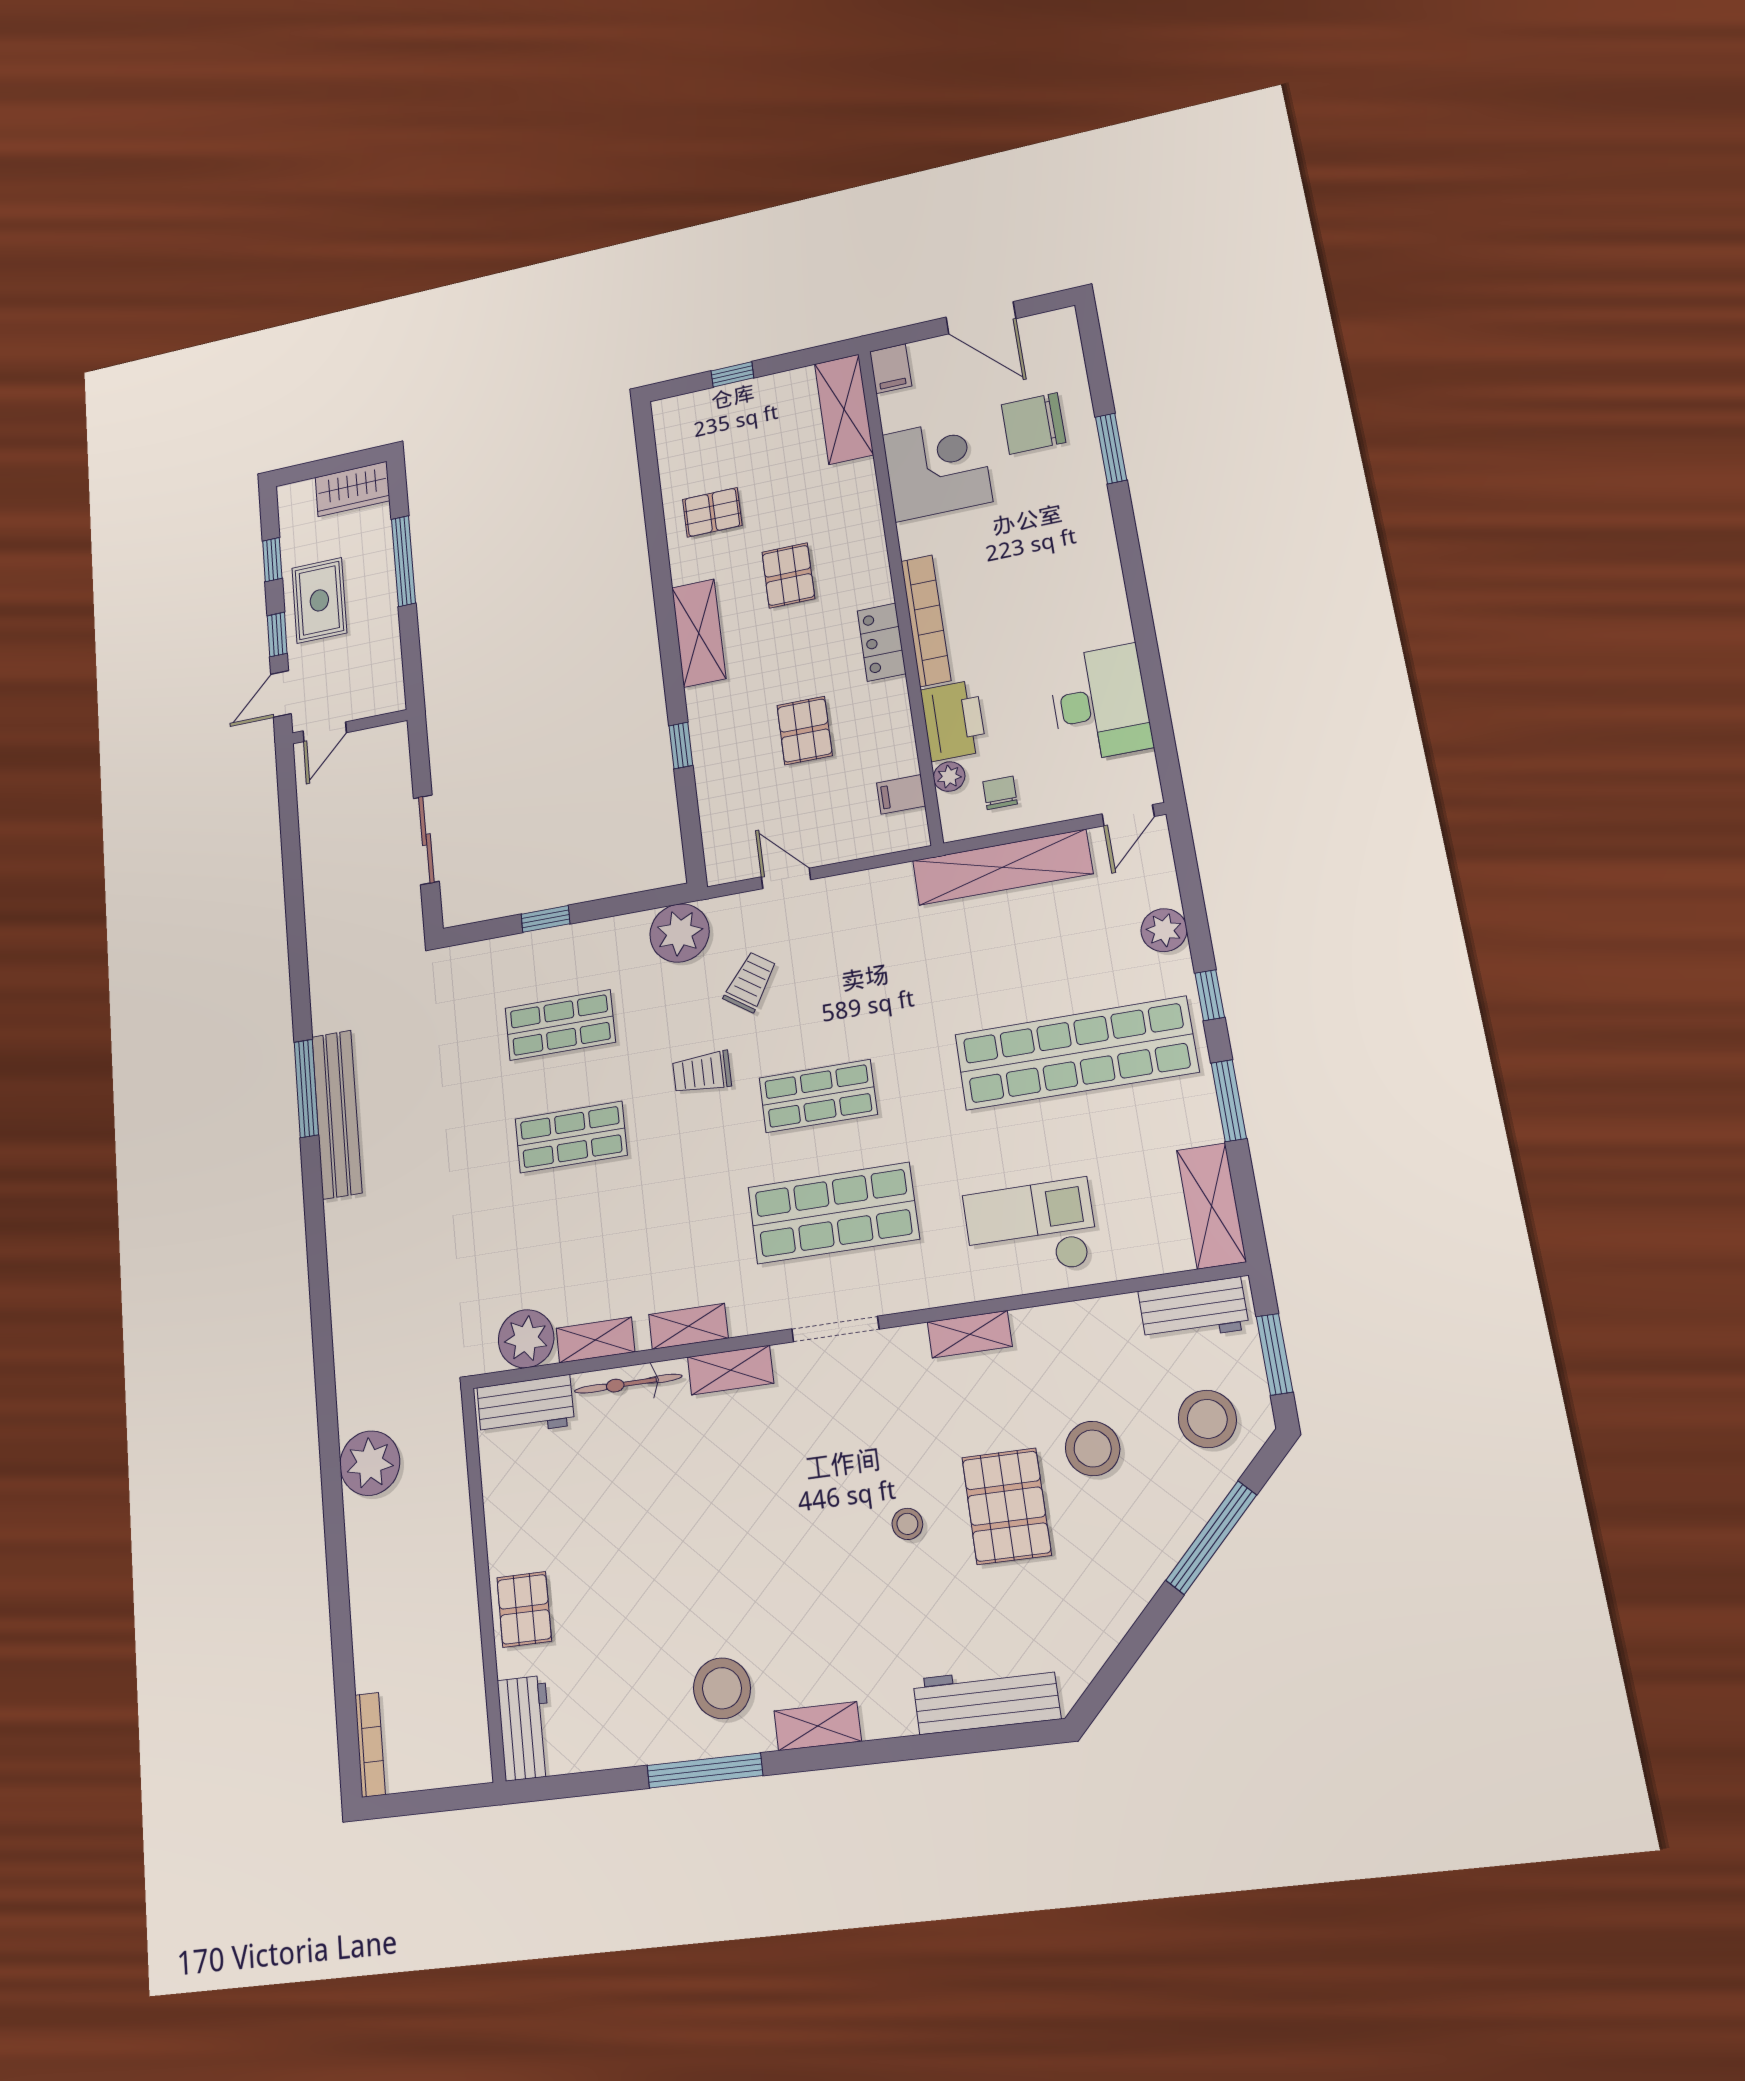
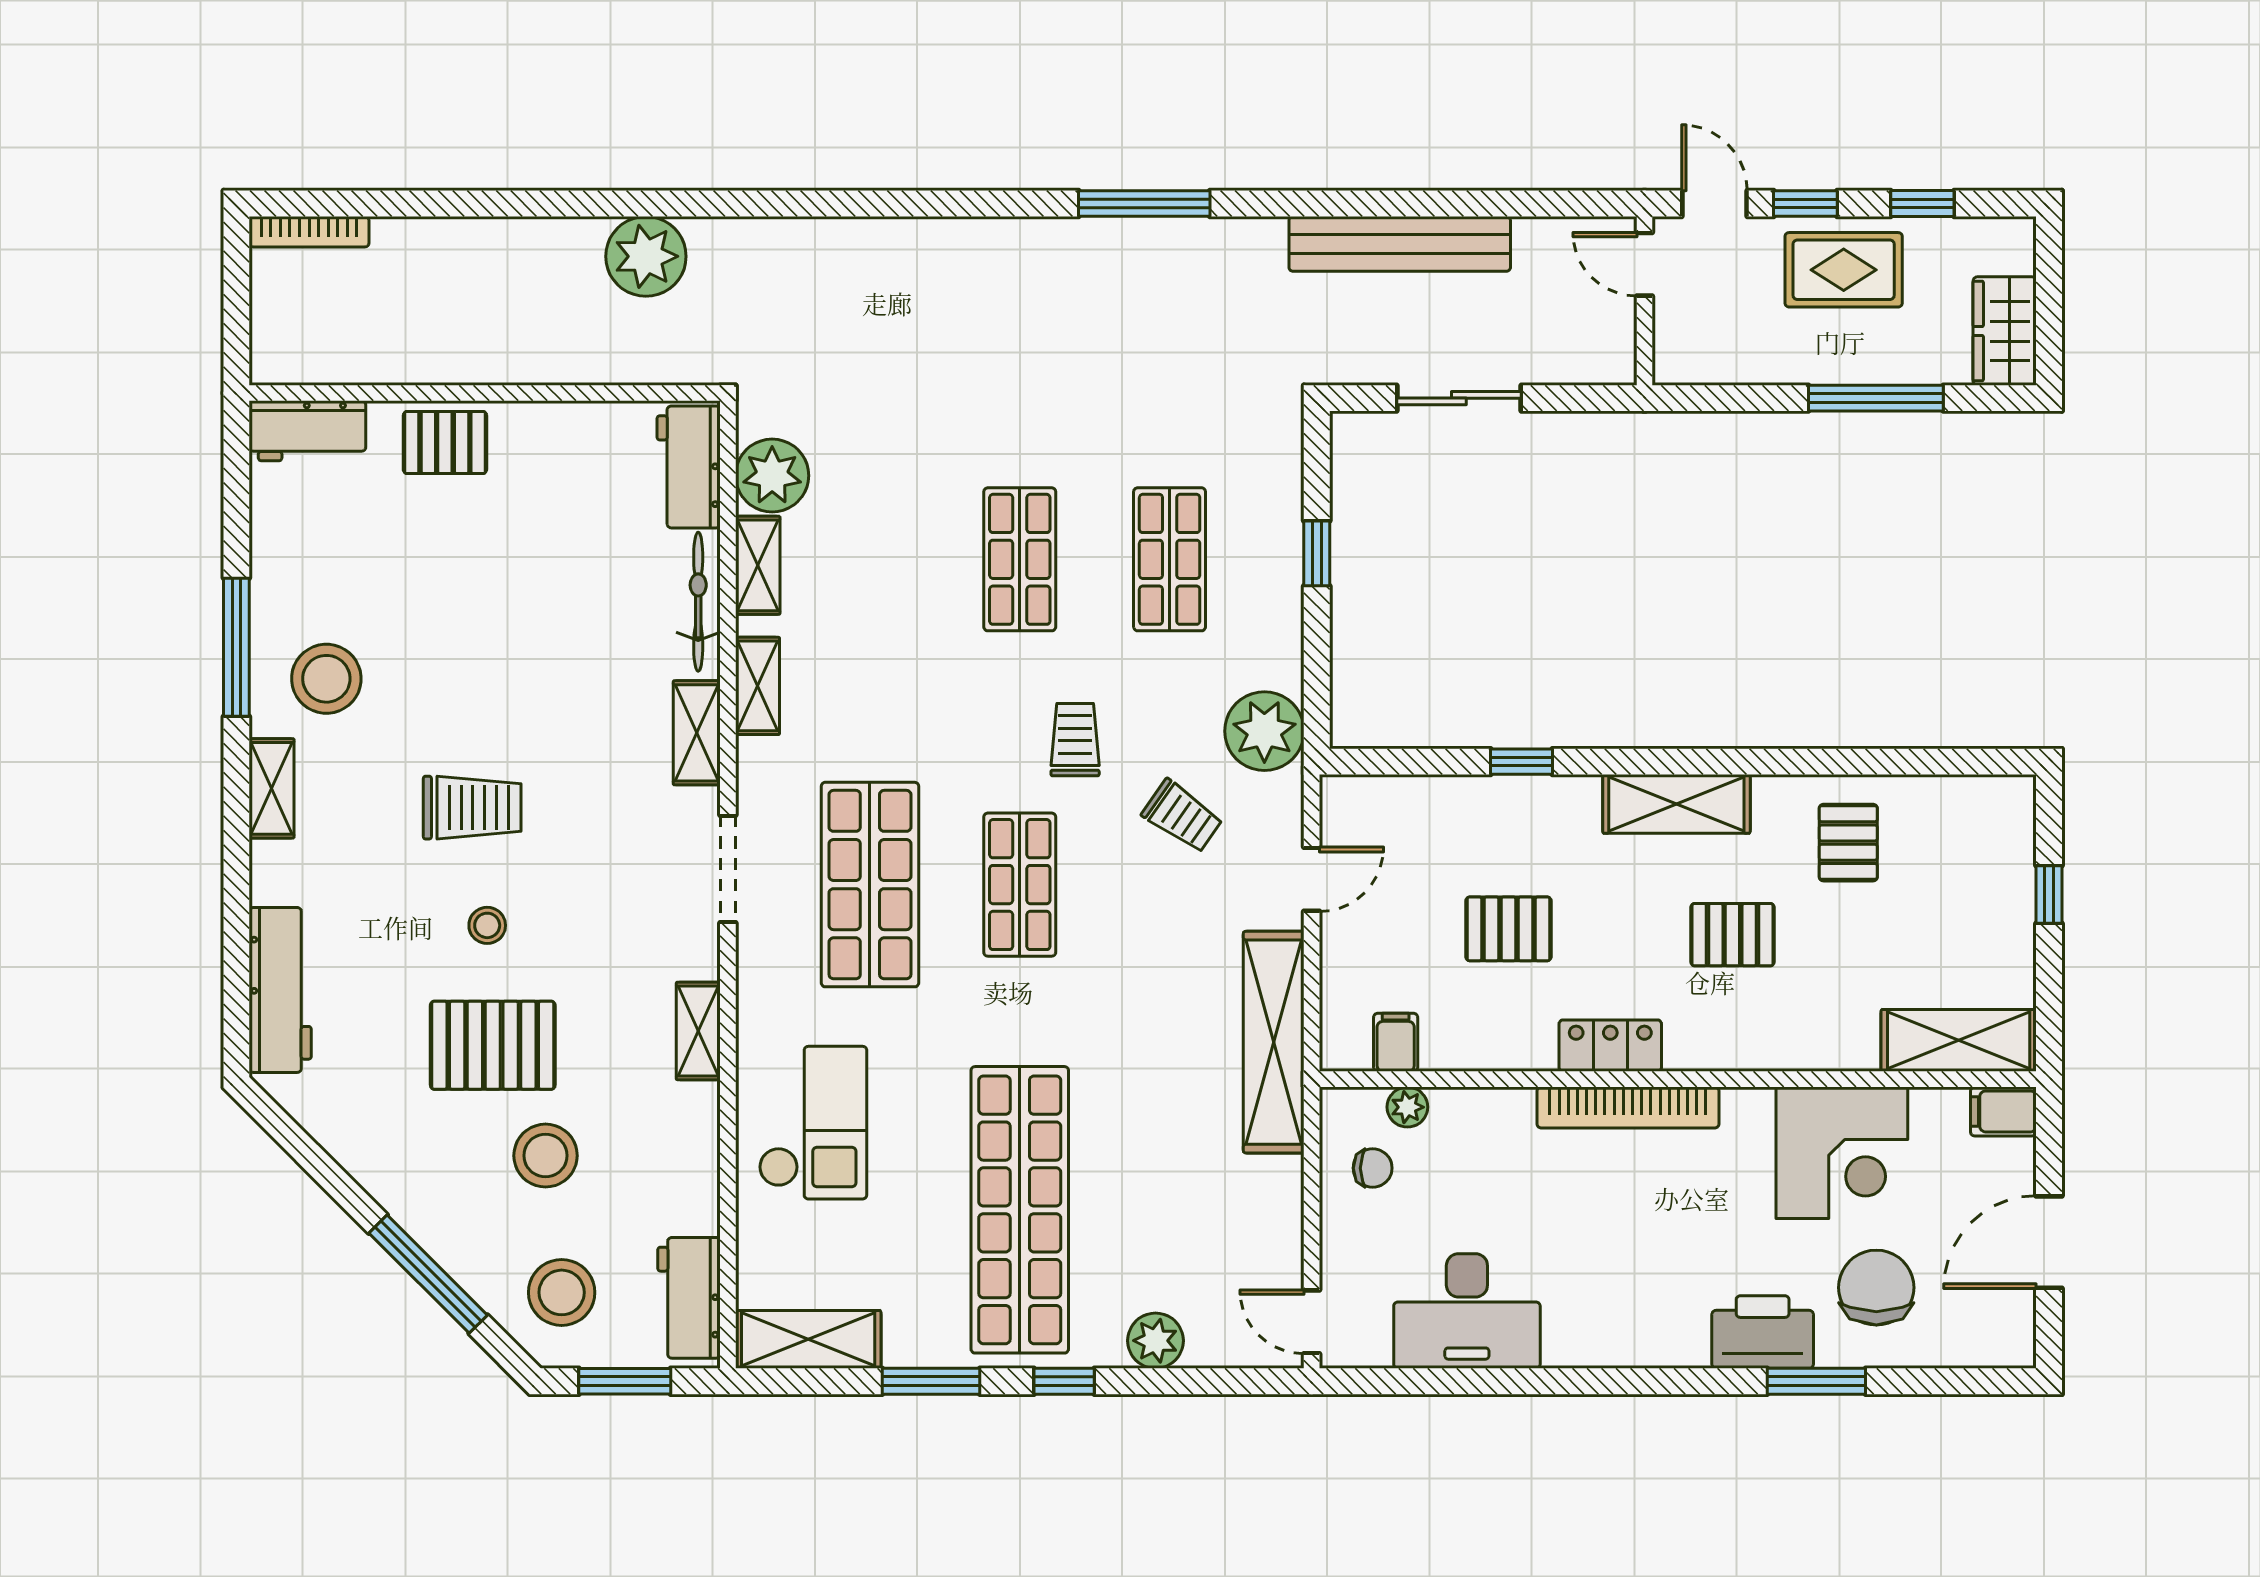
printer: (953, 720) -> (1763, 1332), moved, turned 180
shelving: (1002, 867) -> (1274, 1042), moved
bench: (337, 1114) -> (1400, 244), moved
trolley: (812, 1549) -> (472, 808), added

